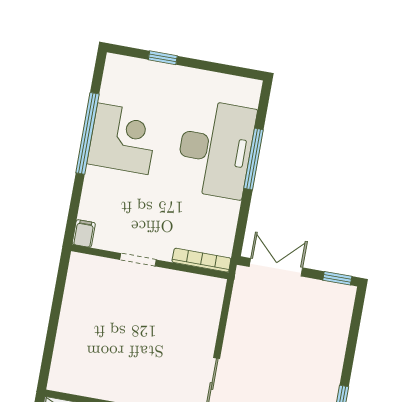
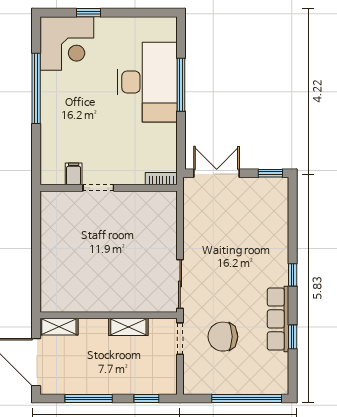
corner desk: (123, 139) -> (67, 43), moved, turned 90
filing cabinet: (84, 234) -> (74, 174), moved
bookcase: (201, 260) -> (161, 179), width x0.64

